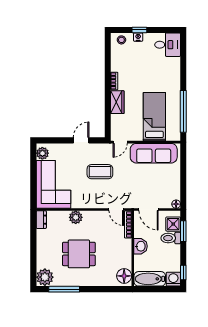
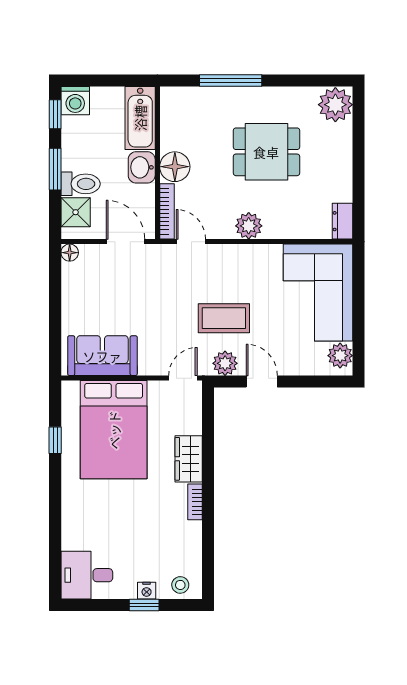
window: (183, 111) -> (55, 440), width x0.32
bed: (154, 117) -> (114, 430), width x1.50
door: (81, 140) -> (262, 382), swing flipped
plant: (99, 149) -> (225, 363), added
sofa: (154, 153) -> (102, 356), width x0.73
plant: (76, 217) -> (249, 226), moved
window: (183, 231) -> (55, 169), moved
floor lamp: (124, 276) -> (175, 167), moved
bathtub: (150, 279) -> (140, 118), moved, turned 90
window: (64, 289) -> (231, 80), moved

